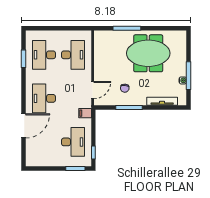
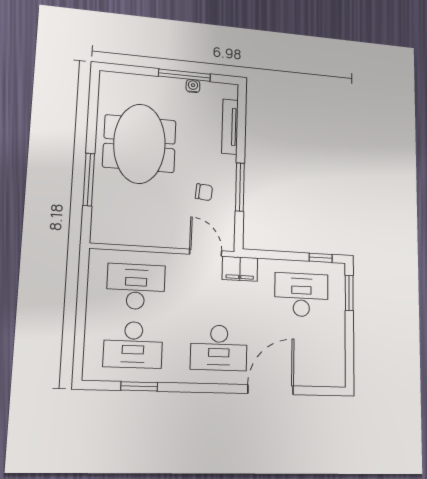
filing cabinet: (85, 113) -> (240, 269), width x2.00
door: (24, 126) -> (271, 390), hinge flipped

